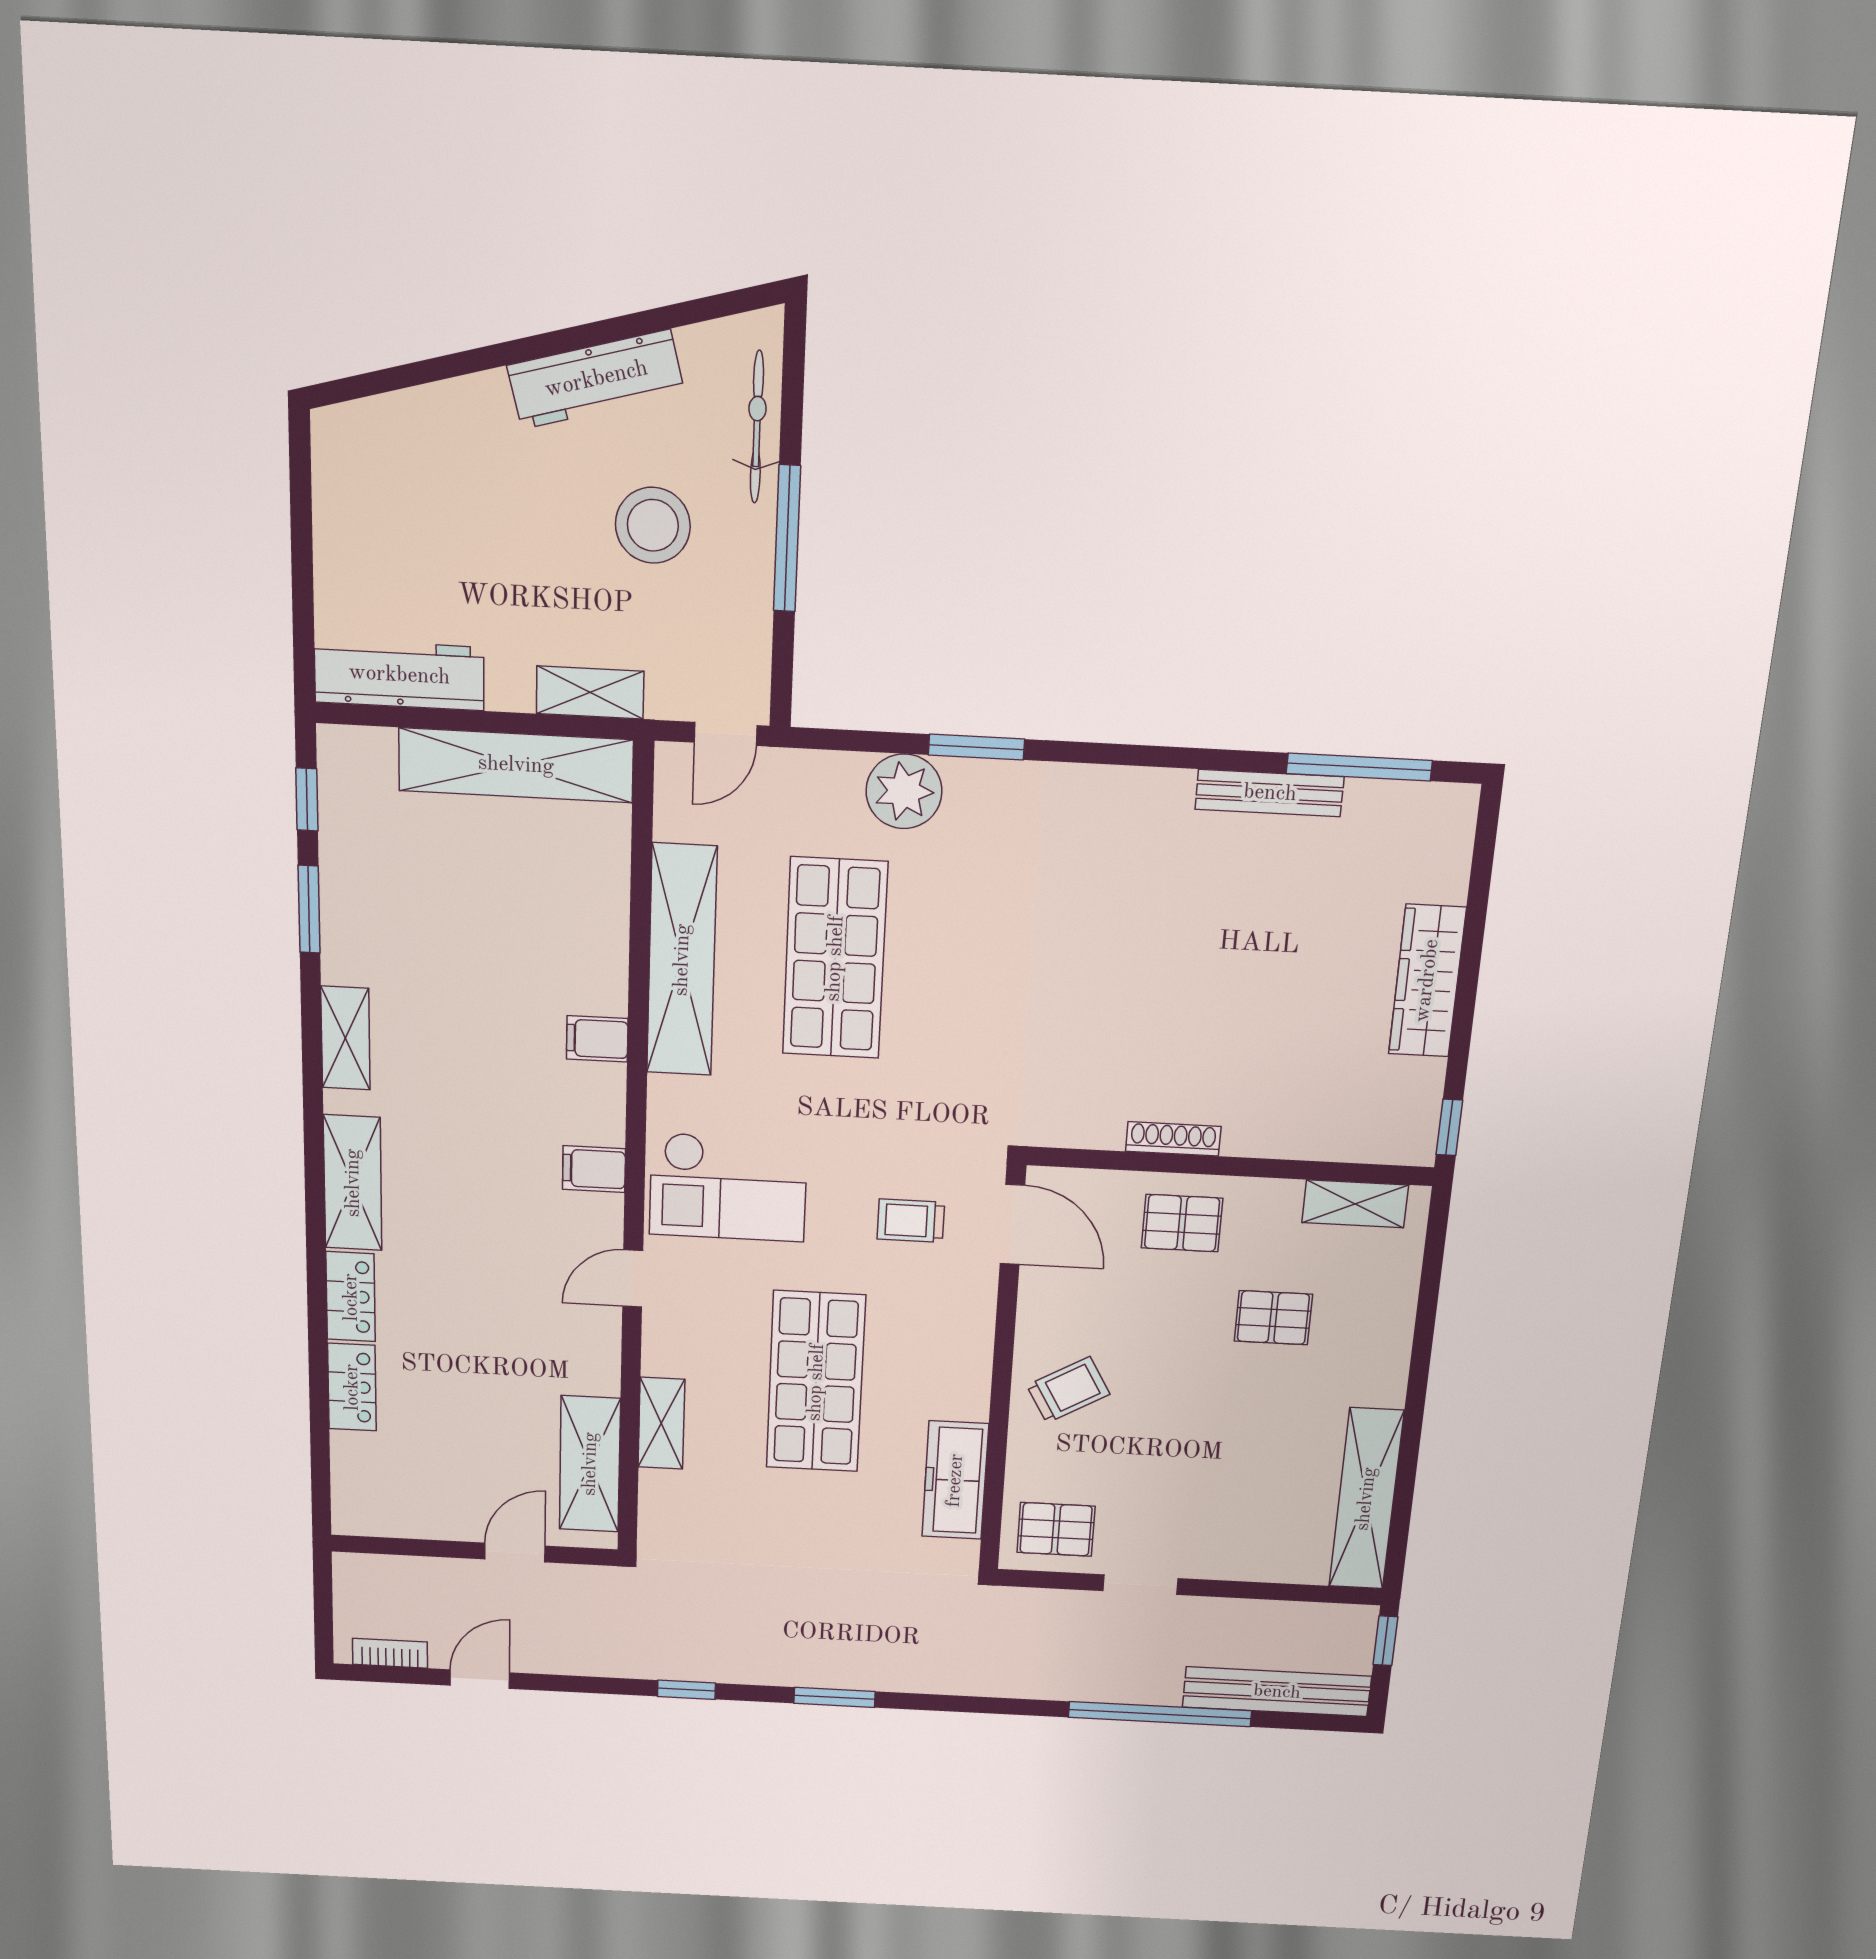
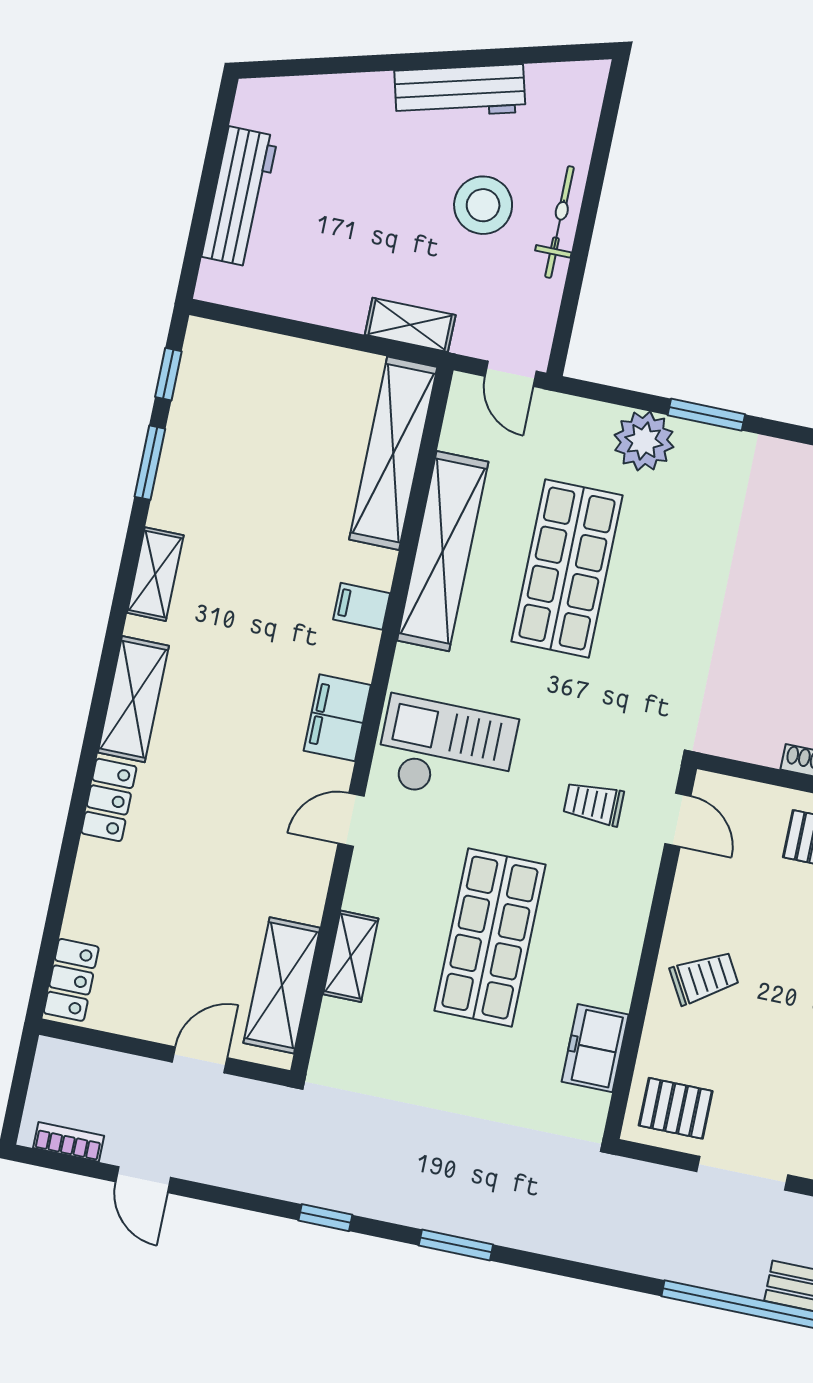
bicycle: (757, 427) -> (559, 222), moved
window: (787, 539) -> (584, 231), removed
workbench: (399, 675) -> (240, 197), moved, turned 90
door: (725, 734) -> (511, 374), hinge flipped
shelving: (516, 765) -> (393, 453), moved, turned 90
filing cabinet: (594, 1169) -> (337, 718), width x2.00
checkout: (728, 1187) -> (446, 751), turned 180
door: (1012, 1224) -> (678, 820), width x0.73
locker: (352, 1387) -> (71, 980), moved
freezer: (955, 1480) -> (595, 1048), width x0.71
doorway: (1141, 1585) -> (742, 1173), width x1.38
door: (480, 1679) -> (143, 1180), swing flipped

